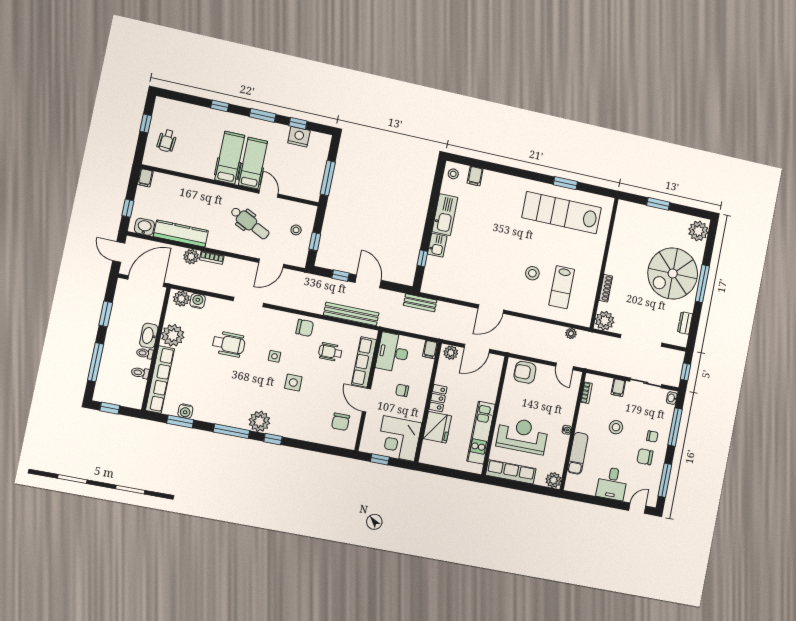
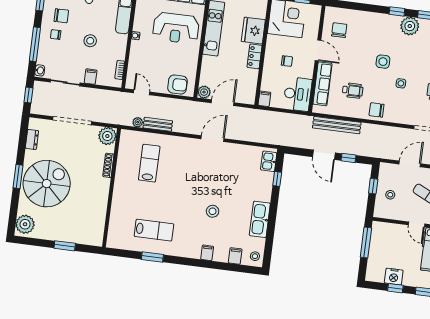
filing cabinet: (506, 182) -> (207, 253), added
lab bench: (562, 213) -> (154, 230), width x0.54, depth x0.72
kitchen sink: (437, 245) -> (269, 161), moved
stool: (532, 273) -> (213, 211), moved
window: (702, 284) -> (18, 177), width x0.69
bench: (420, 303) -> (158, 124), moved
plant: (451, 353) -> (204, 92), moved

